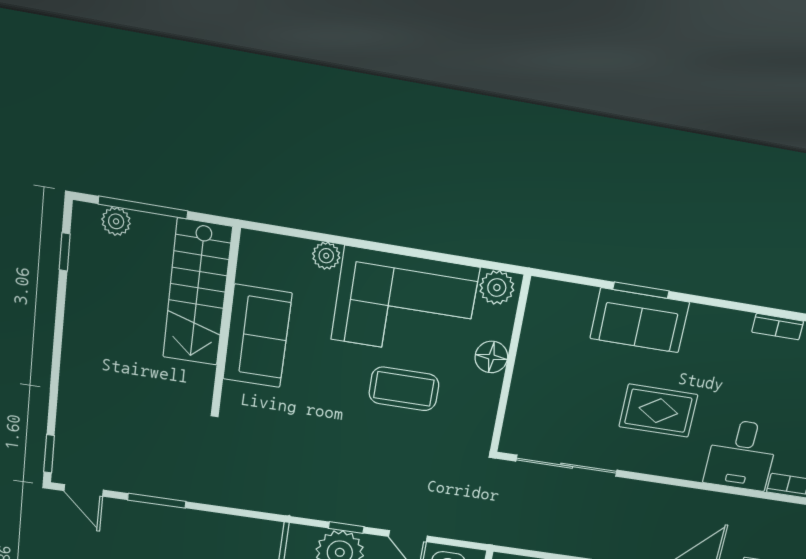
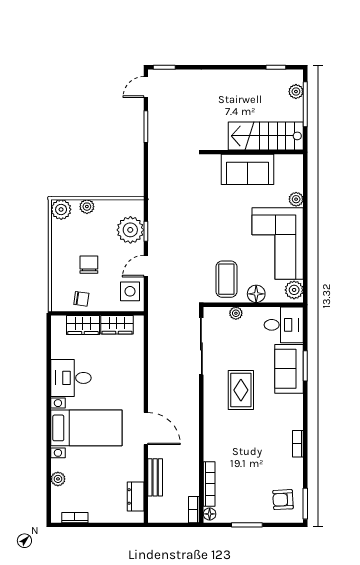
coffee table: (404, 389) -> (226, 279), moved
plant: (520, 398) -> (236, 313), added
desk: (741, 455) -> (284, 325), moved, turned 180

